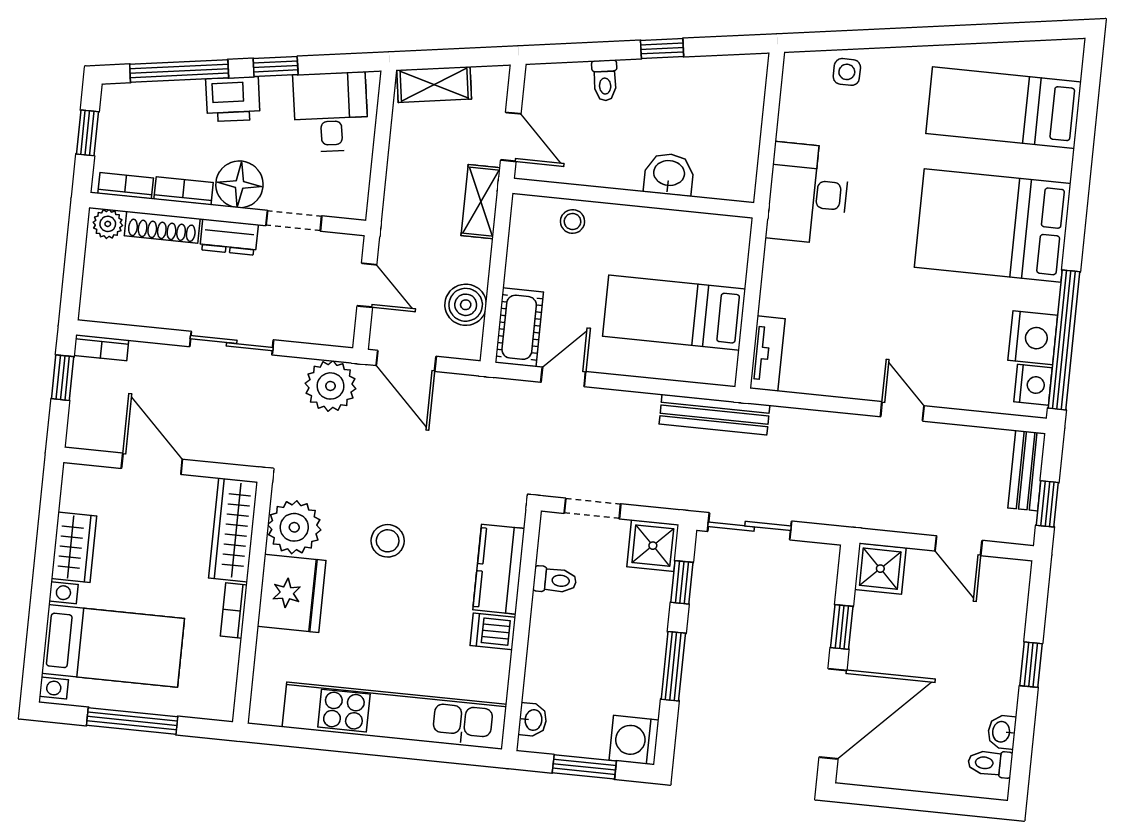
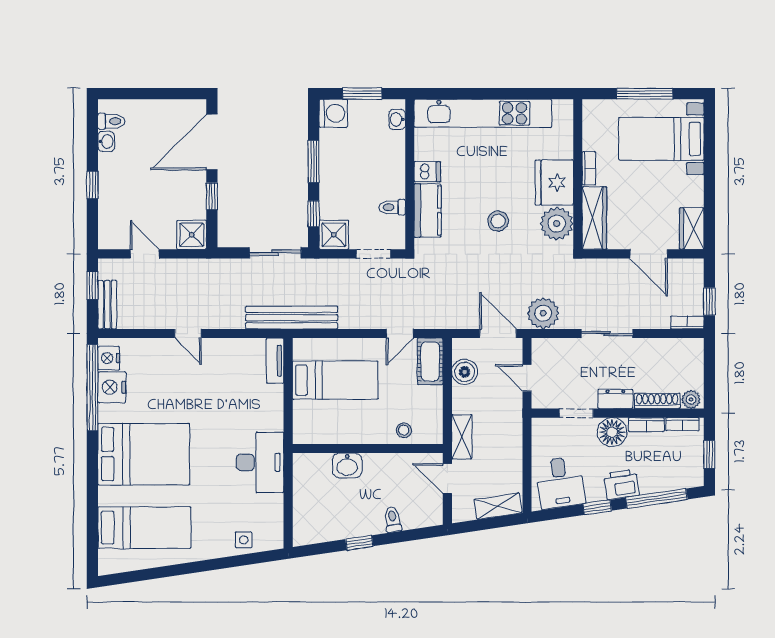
bench: (714, 415) -> (292, 318), width x1.37, depth x1.21
wardrobe: (74, 547) -> (692, 229), moved

